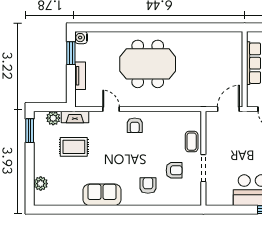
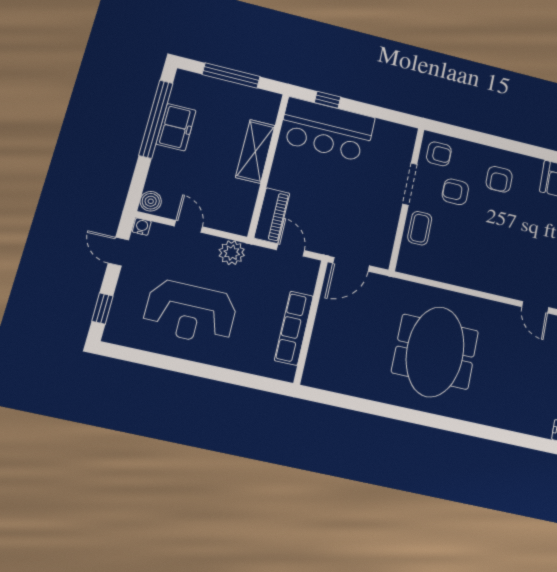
meeting table: (148, 64) -> (435, 352), moved, turned 90
armchair: (135, 125) -> (439, 154), moved, turned 90

